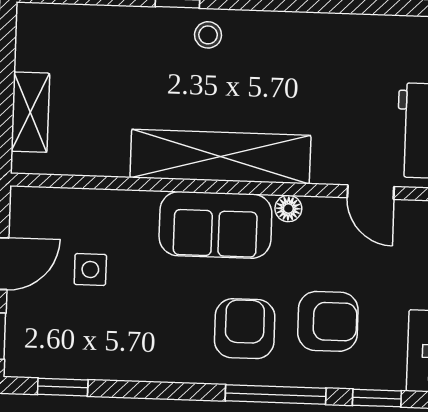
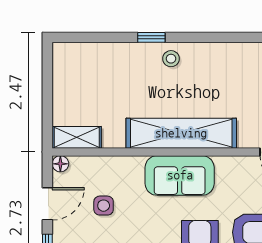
shelving: (30, 112) -> (77, 137), moved, turned 90
floor lamp: (288, 208) -> (60, 164), moved

